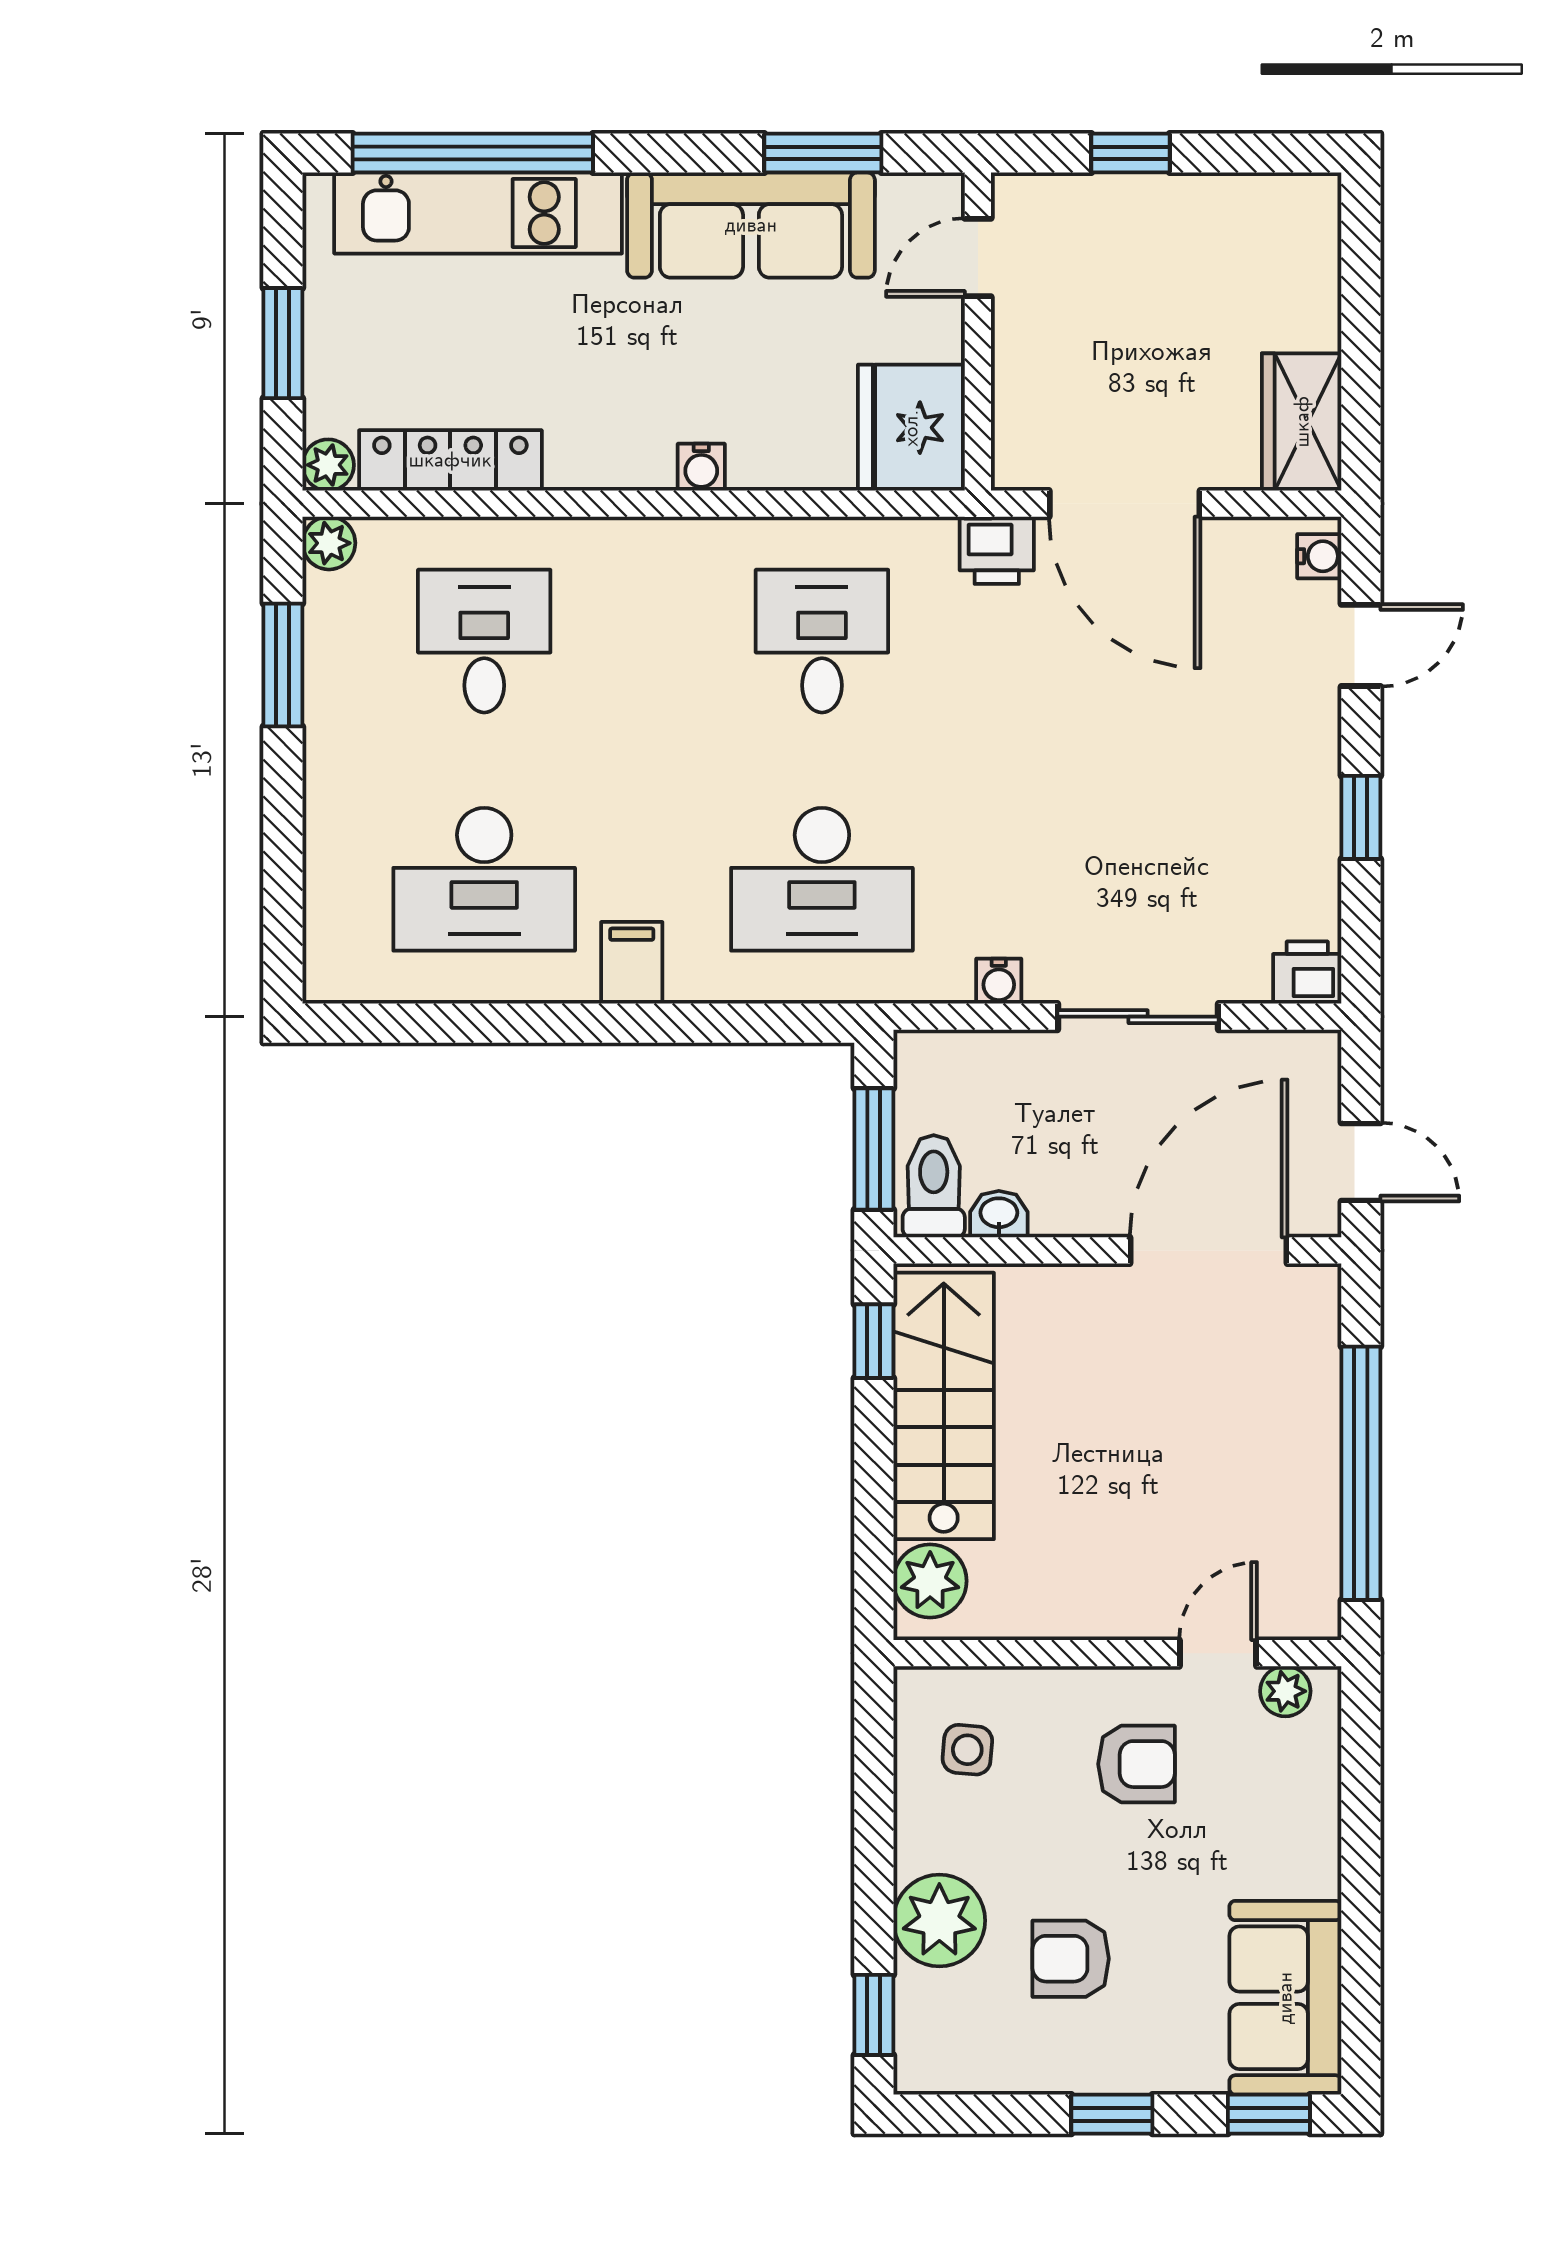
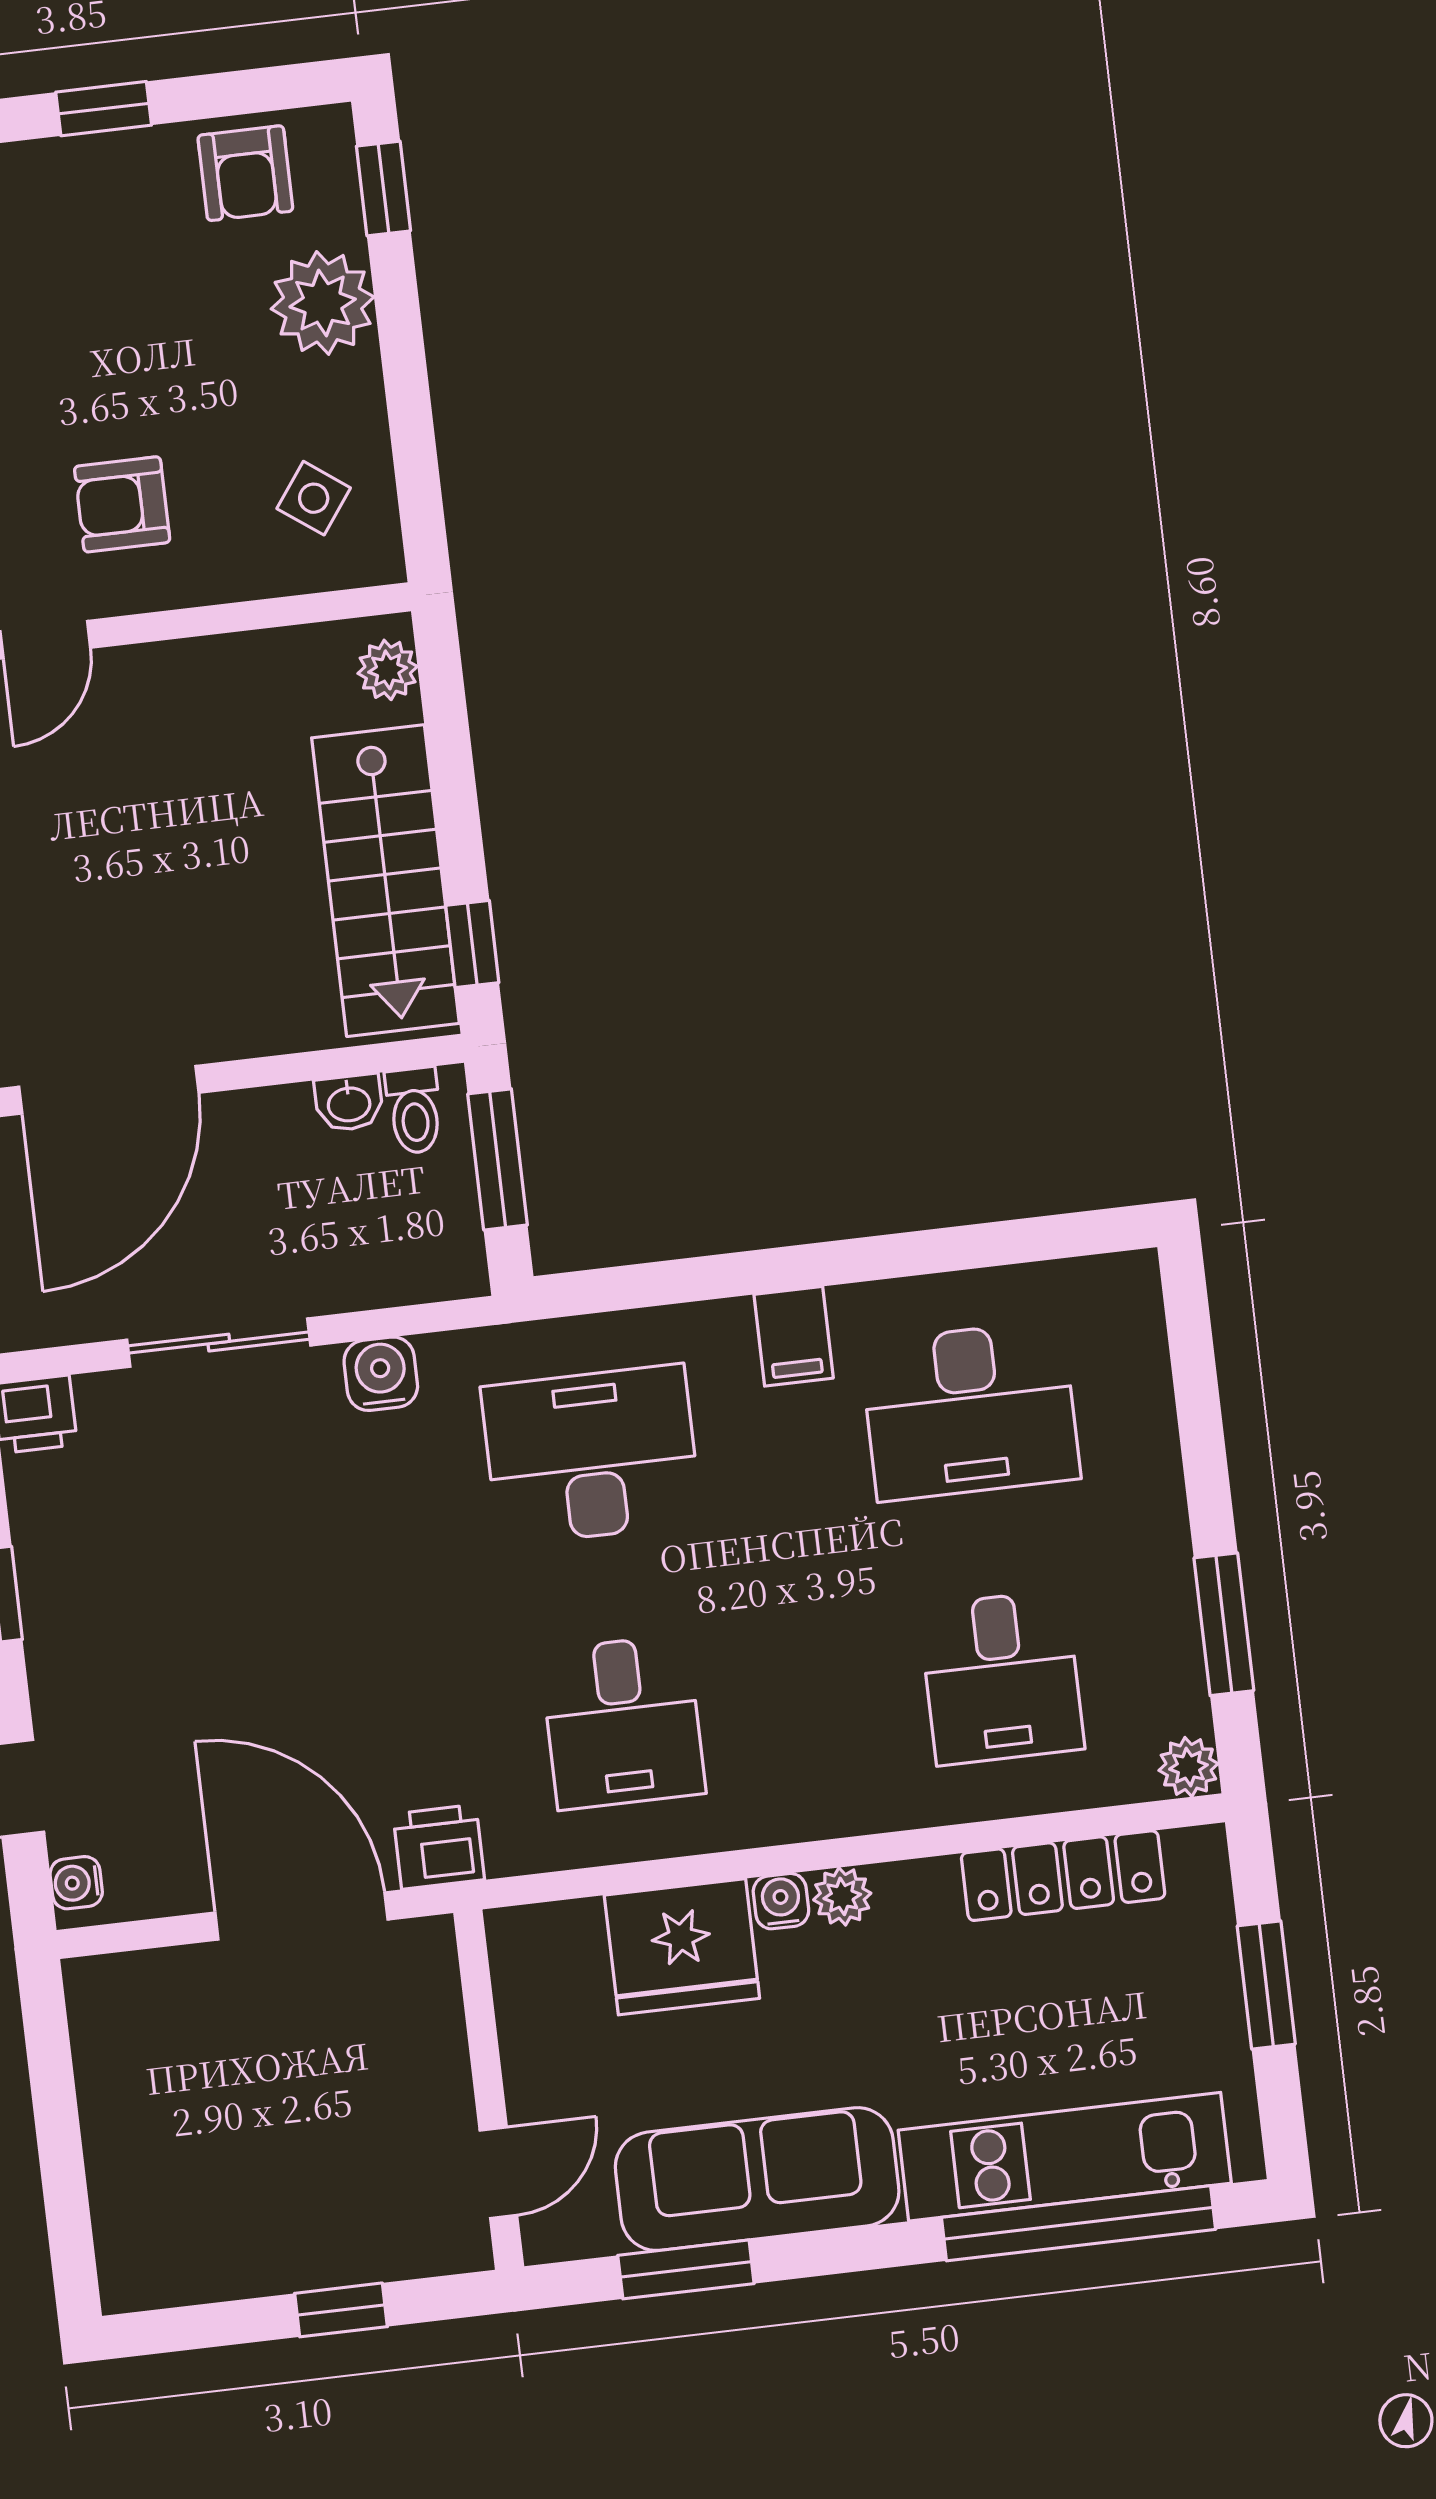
wardrobe: (1302, 422) -> (114, 2031), removed
fridge: (911, 428) -> (682, 1947), moved, turned 90
plant: (328, 465) -> (842, 1896), moved
desk: (484, 879) -> (970, 1411), turned 180
water cooler: (999, 981) -> (381, 1374), width x1.38, depth x1.38
toilet: (934, 1186) -> (414, 1111), width x0.73, depth x0.72
plant: (930, 1581) -> (388, 670), width x0.73, depth x0.73
side table: (967, 1750) -> (314, 498), turned 31
armchair: (1071, 1959) -> (245, 173), moved, turned 90

